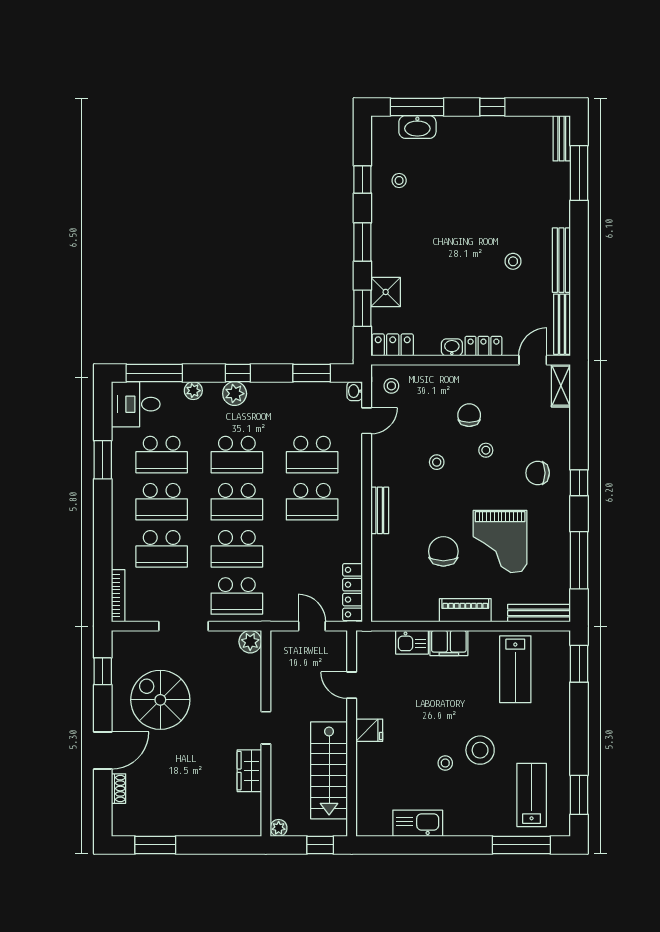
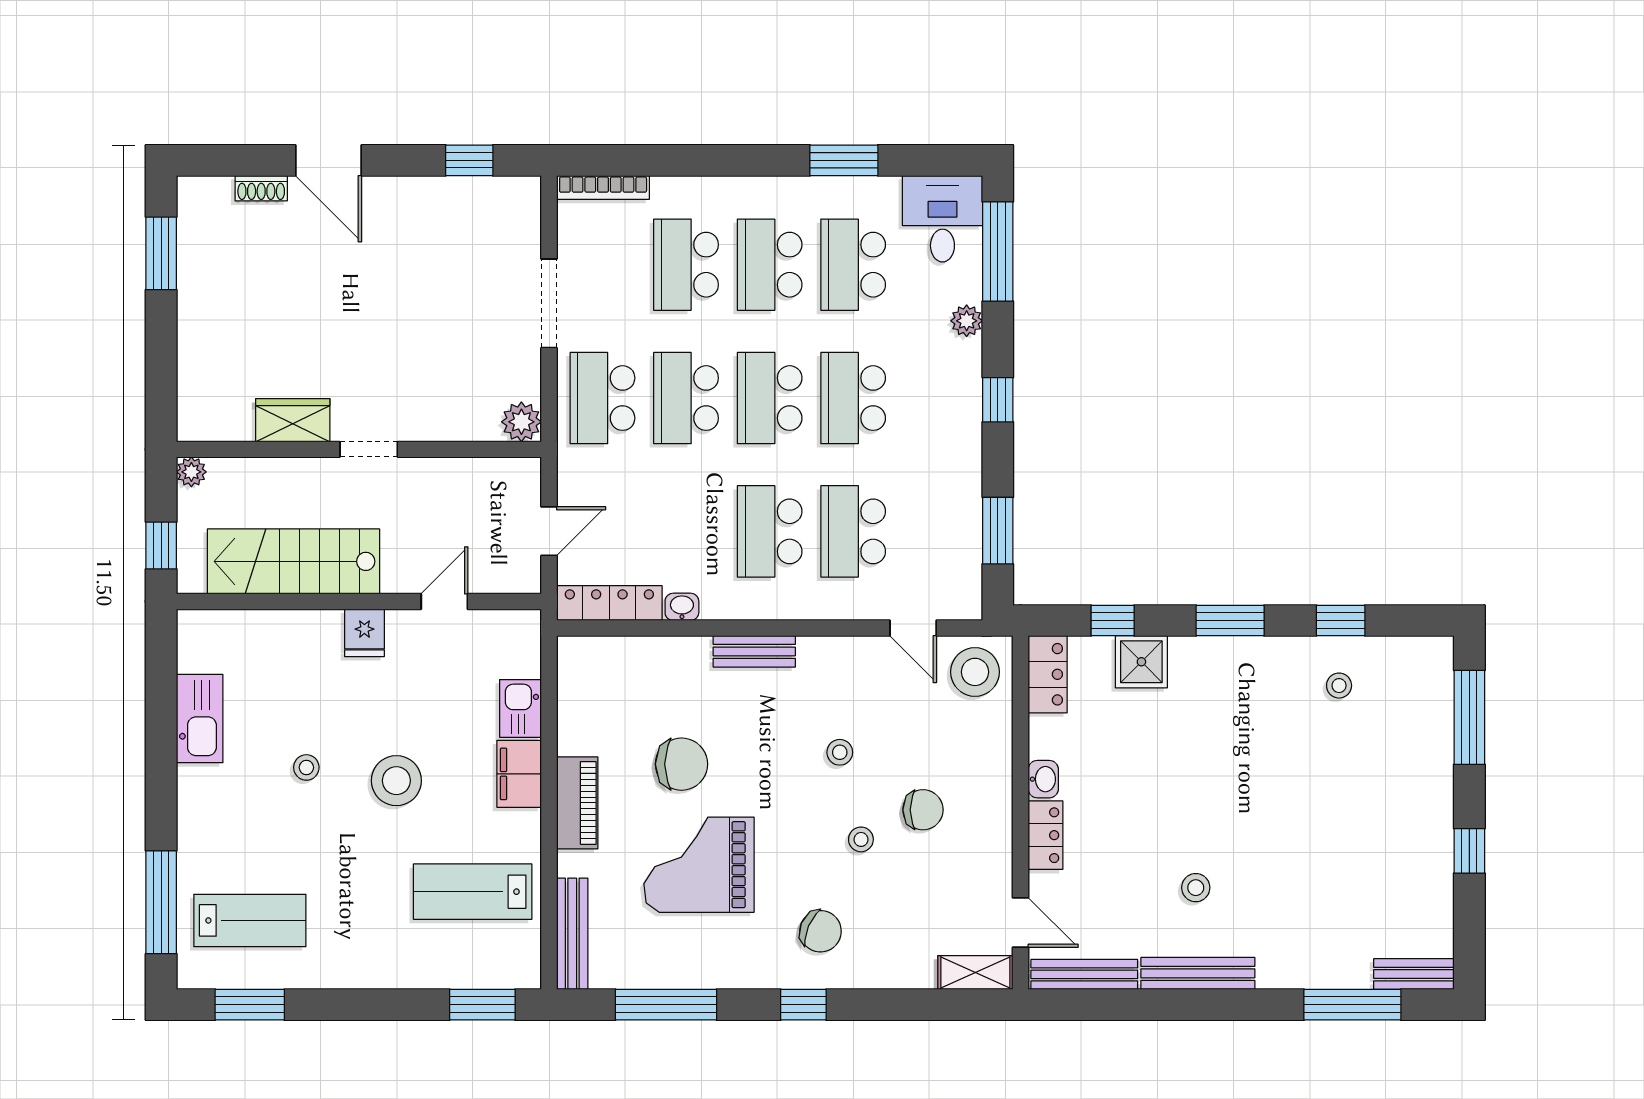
washbasin: (417, 127) -> (1434, 718), removed
window: (362, 308) -> (1113, 620), width x0.67
stool: (391, 386) -> (975, 672), width x1.89, depth x1.89
washbasin: (355, 391) -> (682, 607), moved
plant: (235, 394) -> (961, 394), removed
chair: (538, 473) -> (821, 931), turned 113
spiral stairs: (160, 700) -> (418, 262), removed
stool: (480, 750) -> (396, 781), moved

